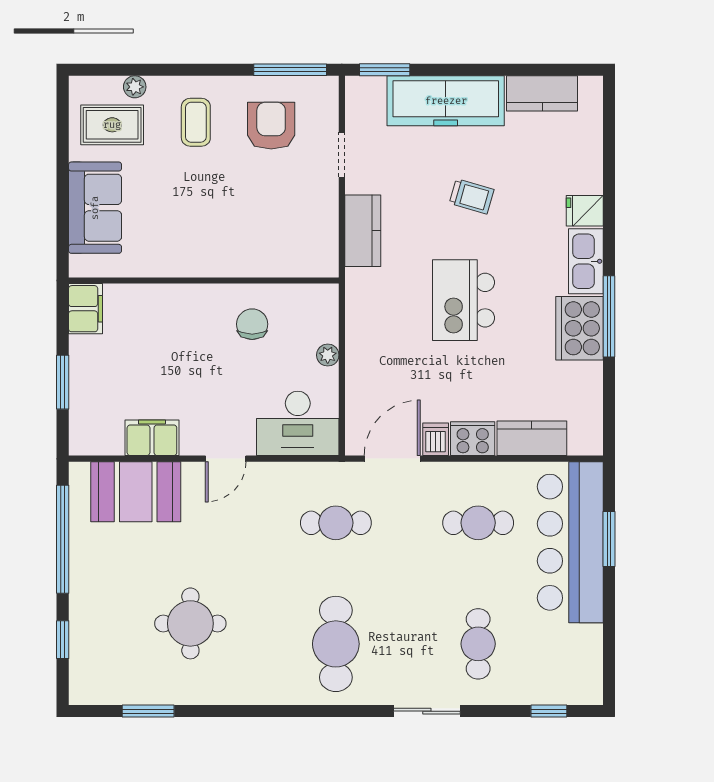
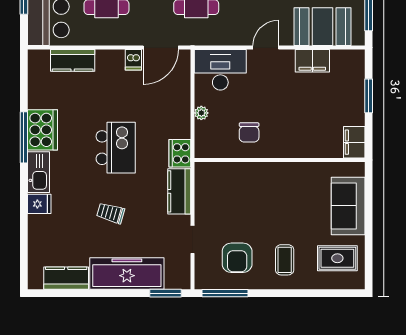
plant: (135, 87) -> (323, 282), removed
cooker: (473, 439) -> (180, 153), moved, turned 90

